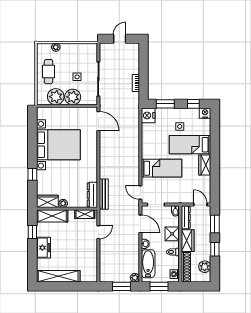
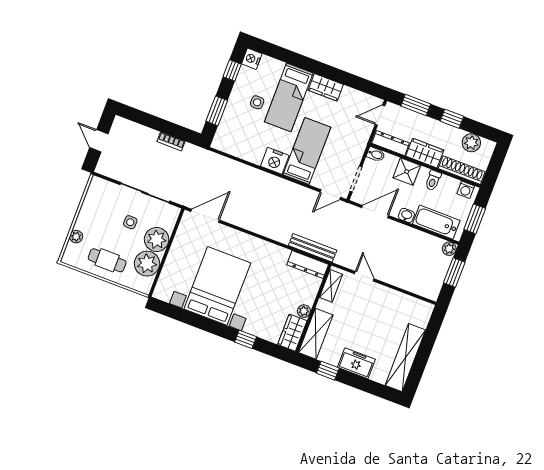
nightstand: (148, 115) -> (275, 161), moved

